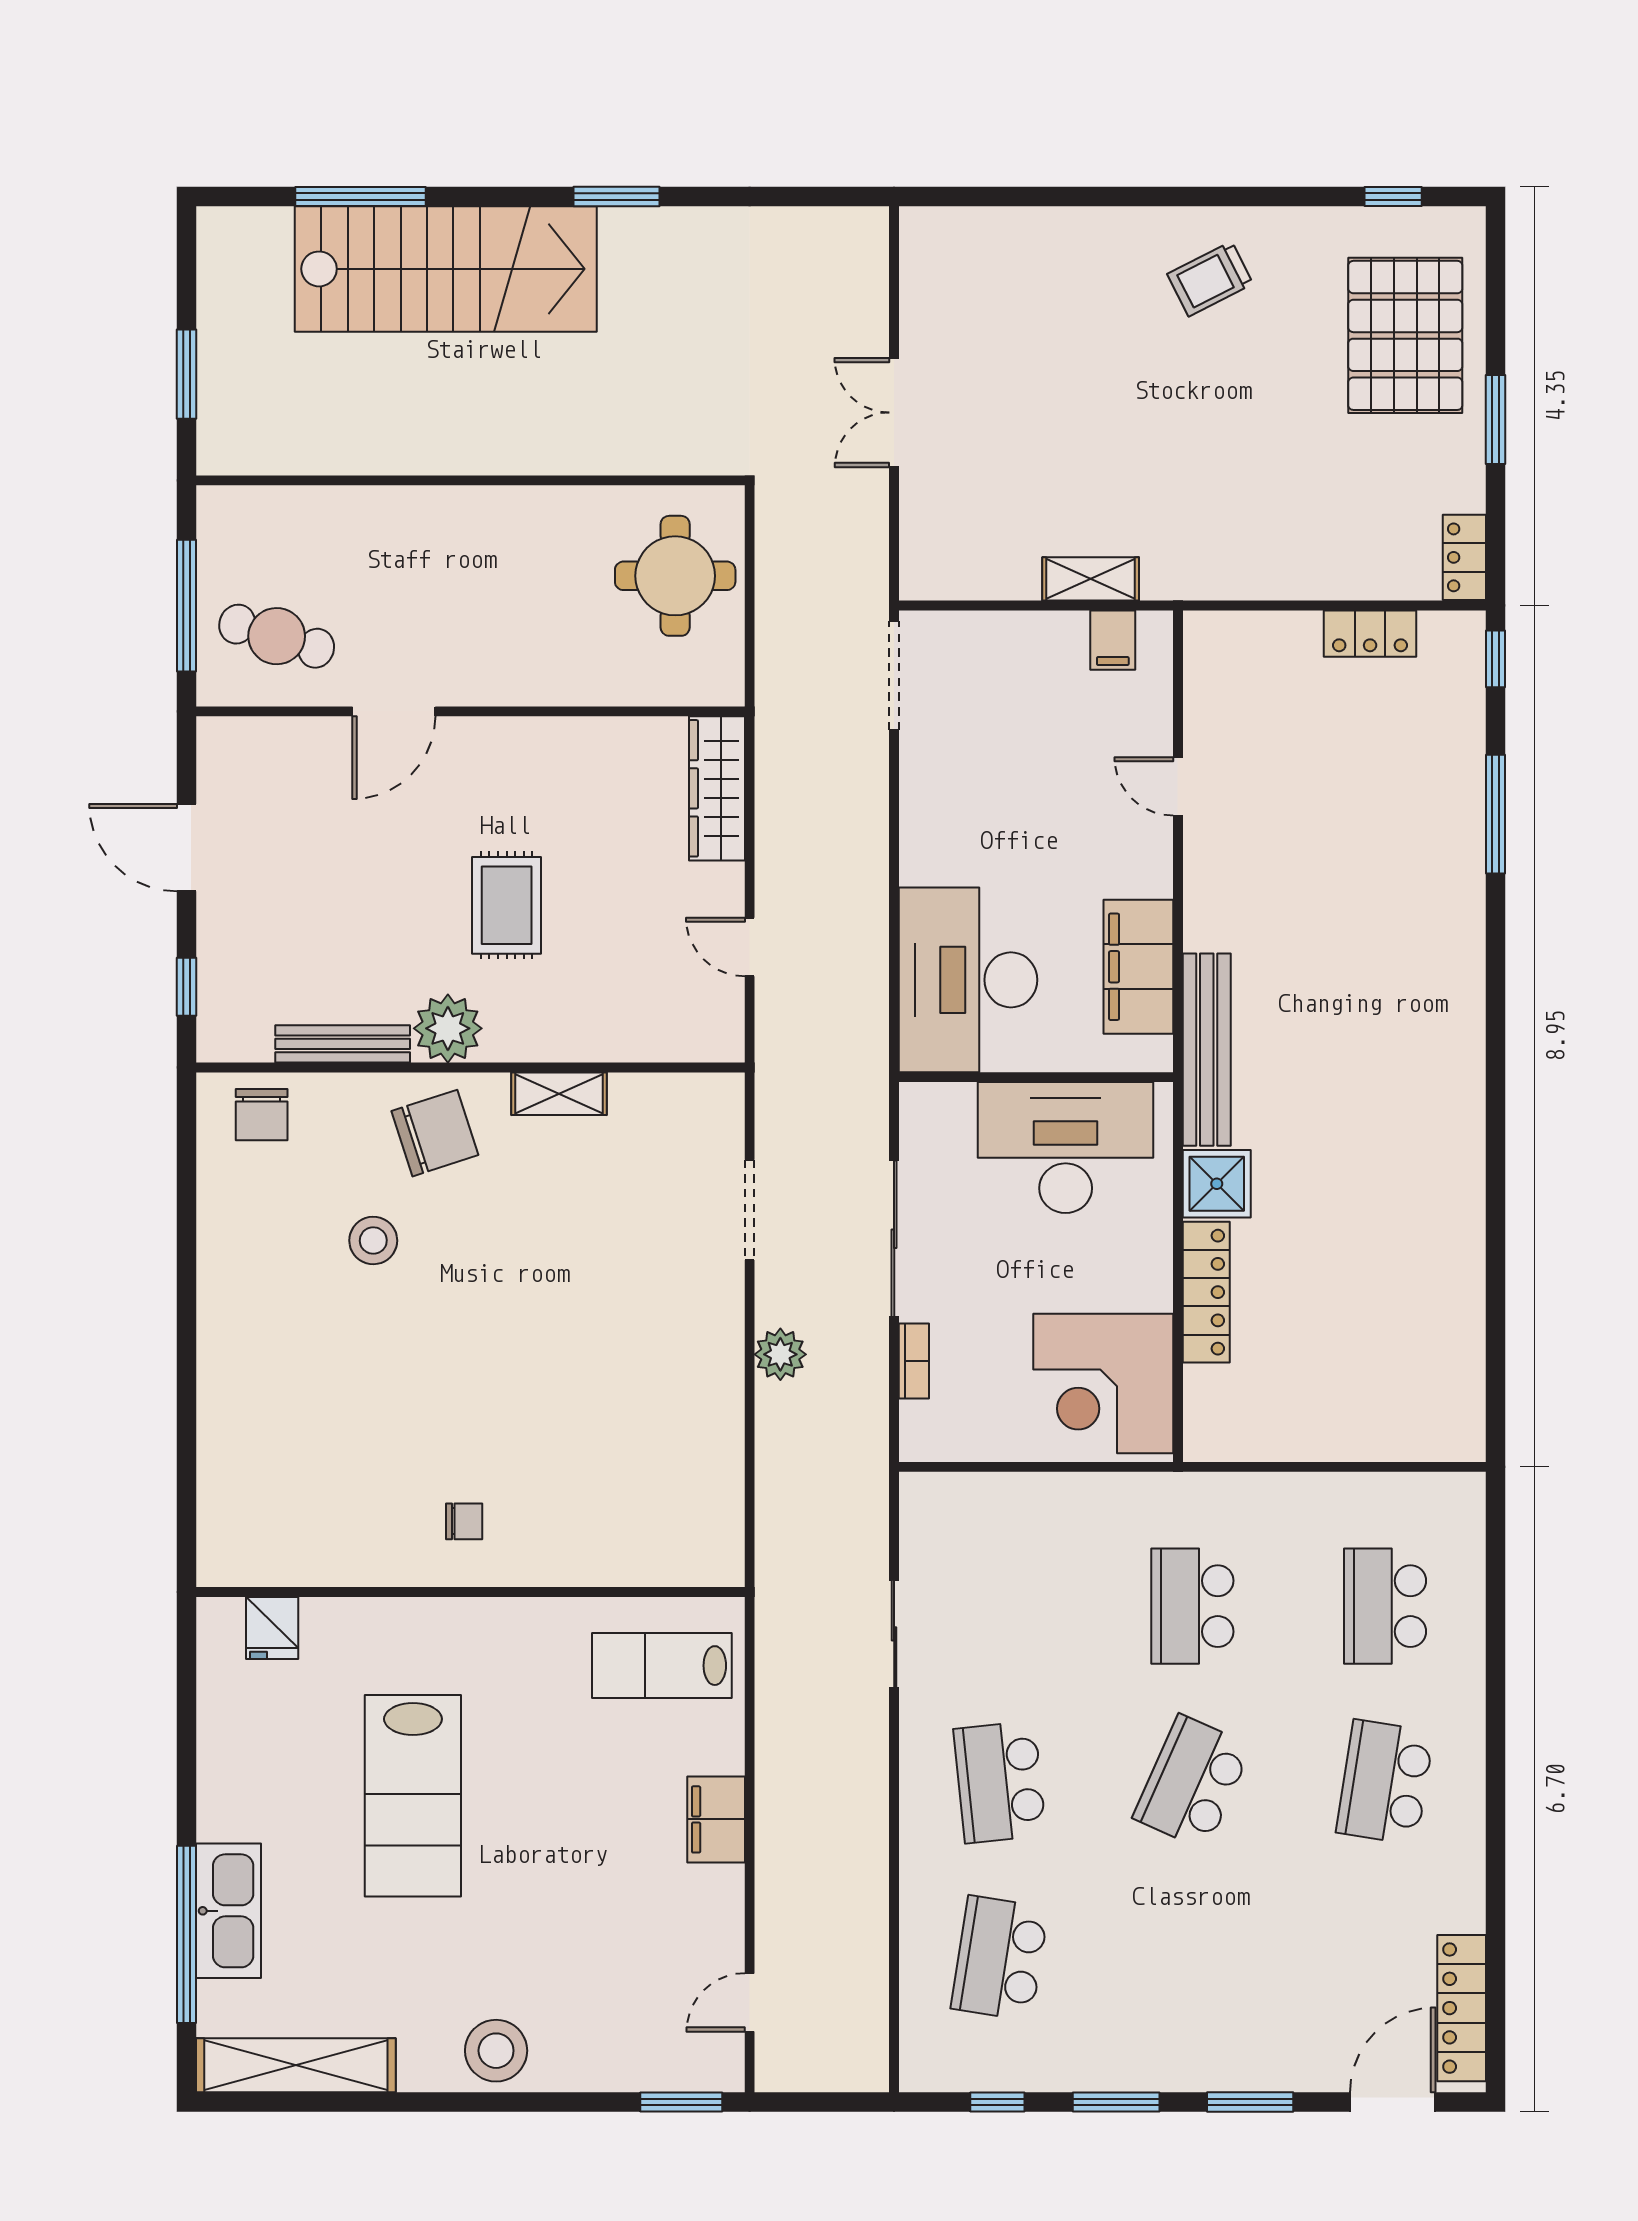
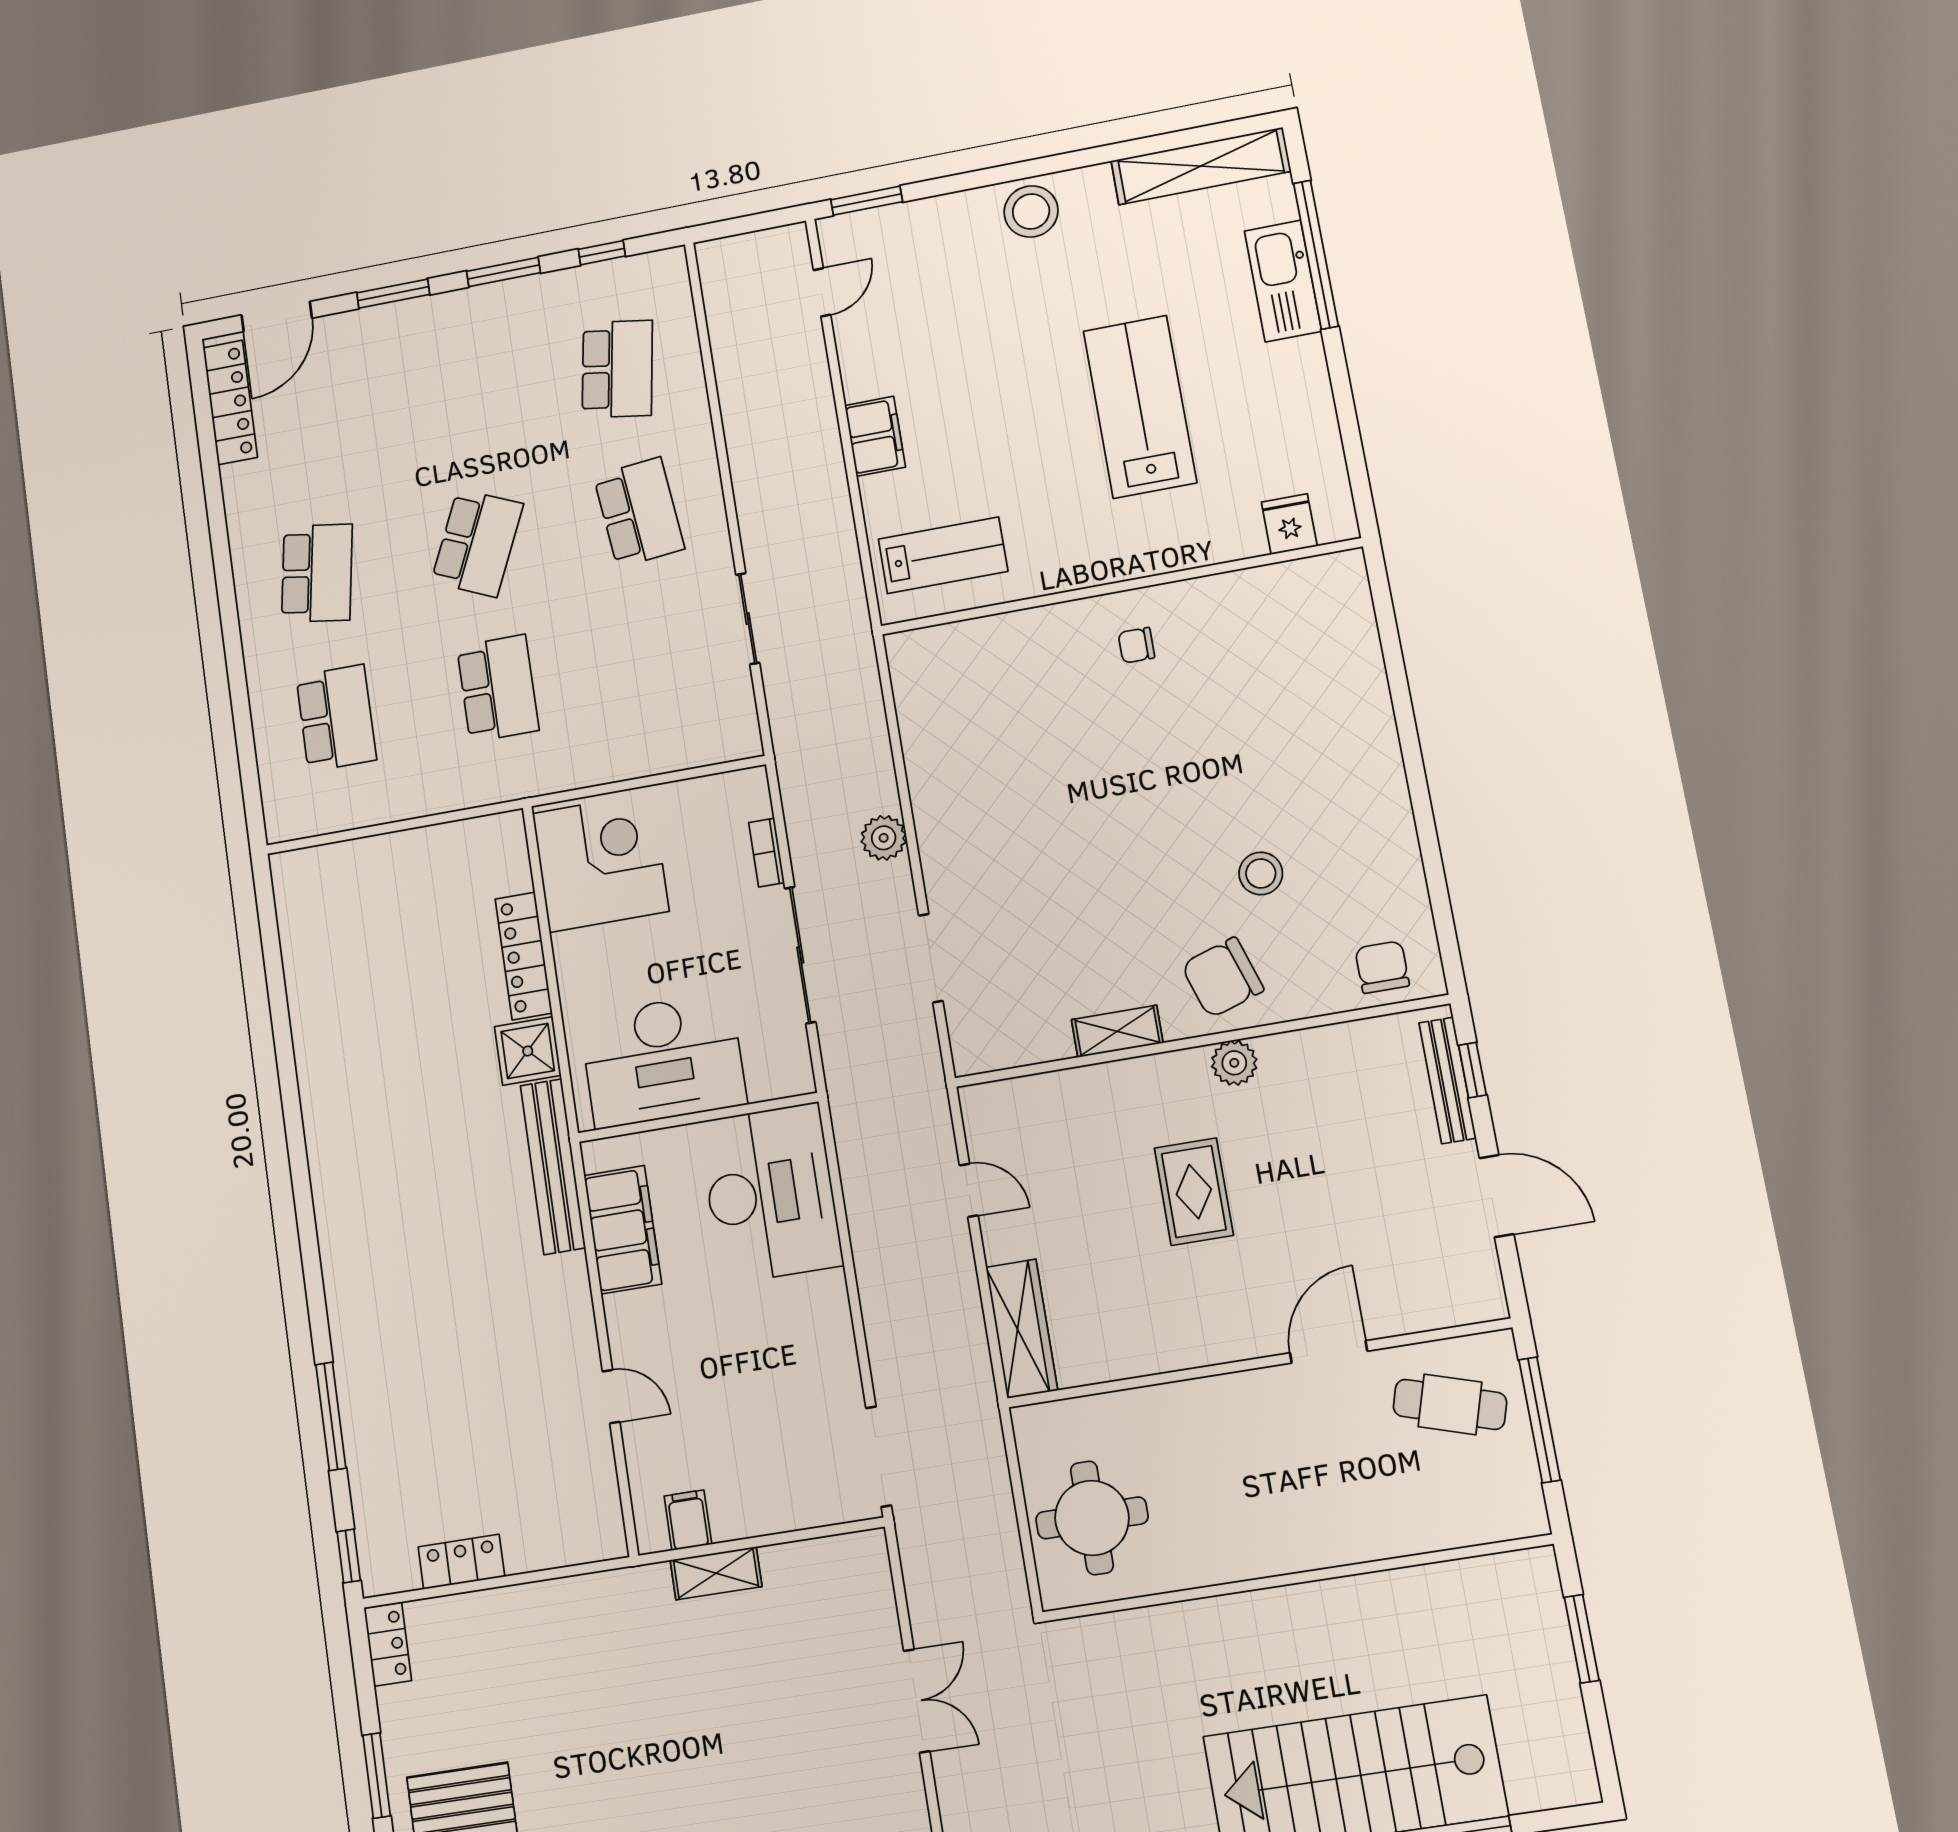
plant: (448, 1028) -> (1234, 1063), width x0.73, depth x0.73
bench: (343, 1044) -> (1447, 1080), moved, turned 90

